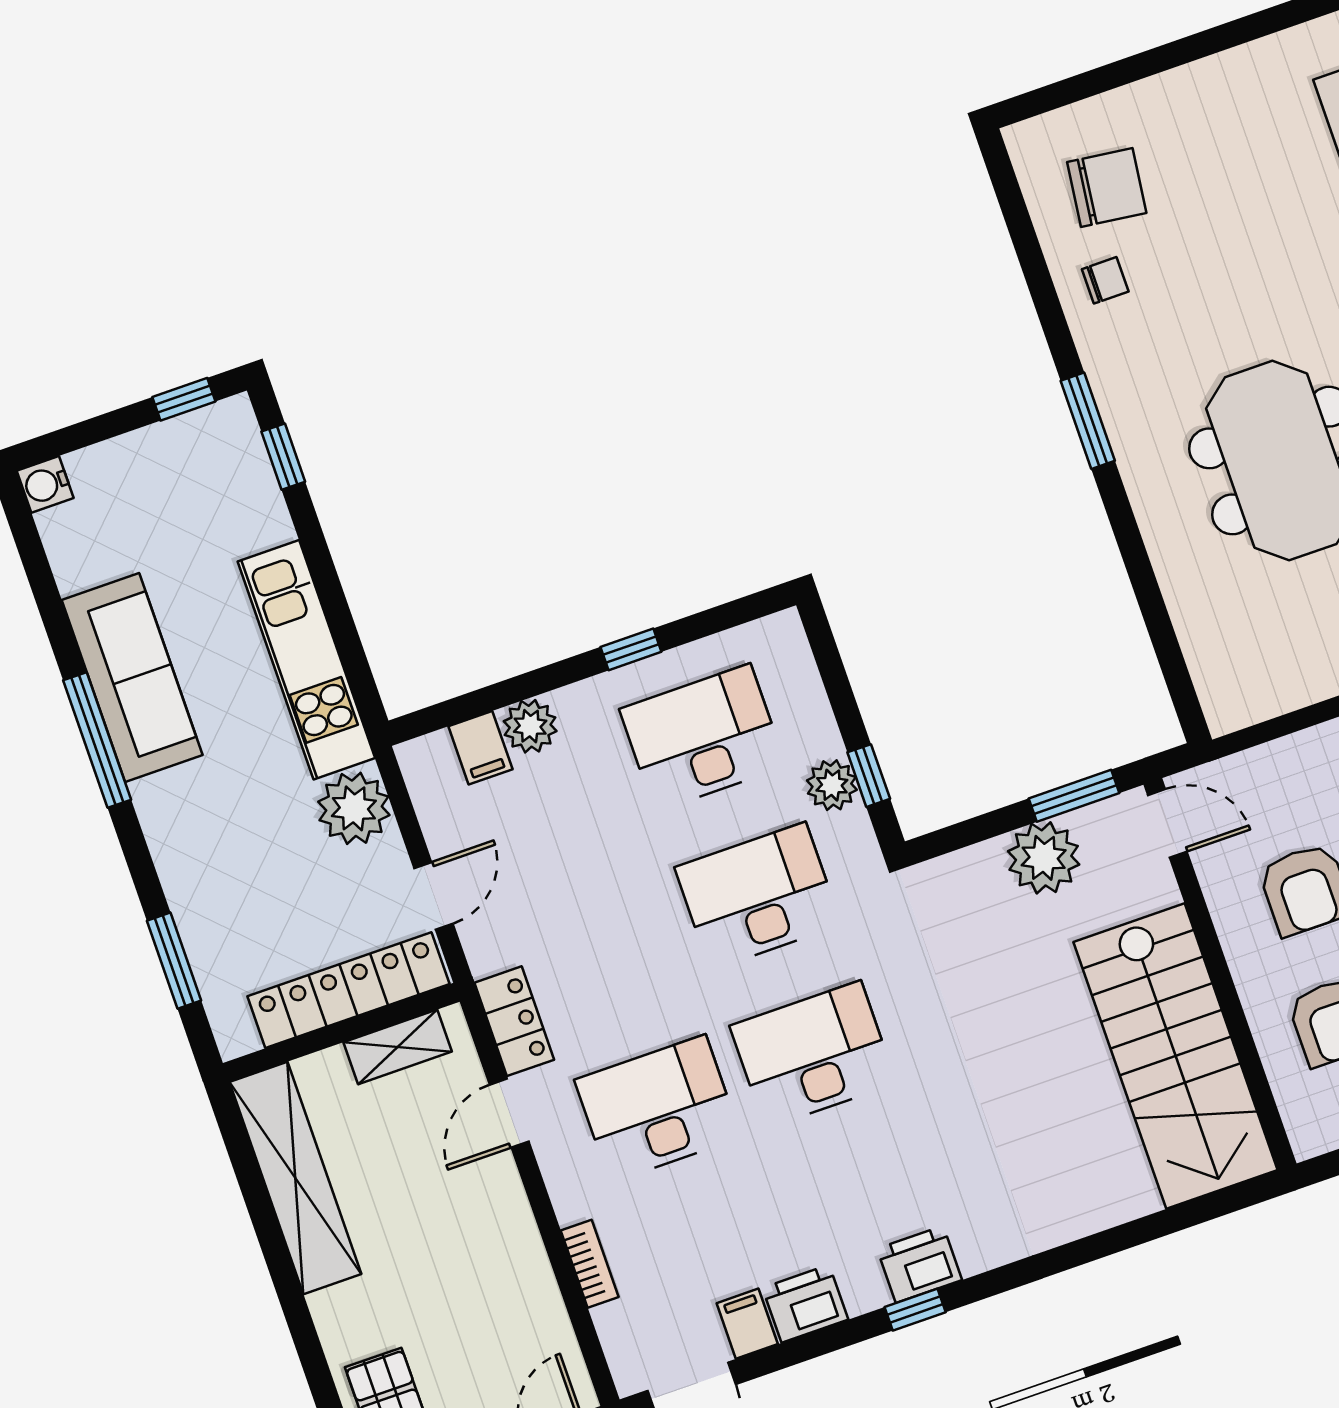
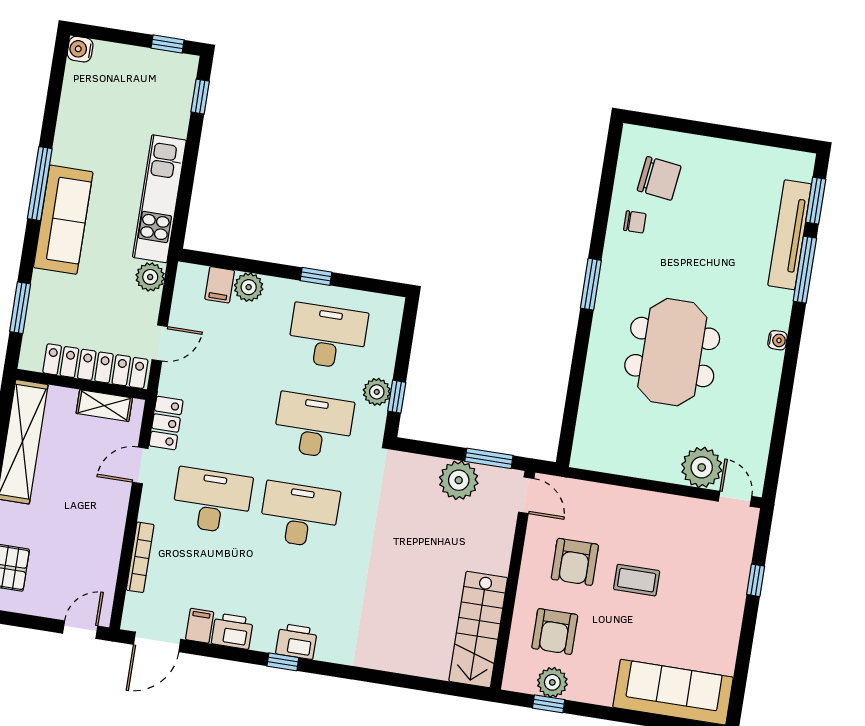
sofa: (132, 678) -> (63, 220), moved
plant: (354, 808) -> (150, 277), width x0.73, depth x0.73
stairs: (1175, 1056) -> (478, 629), width x0.73, depth x0.66
bookcase: (590, 1264) -> (140, 557), width x1.56

